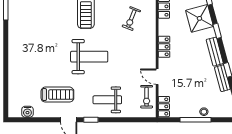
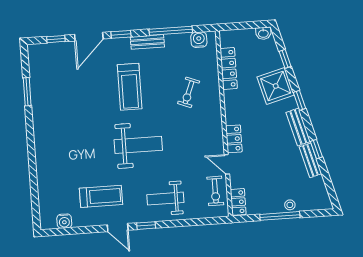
locker: (164, 47) -> (234, 139), moved

